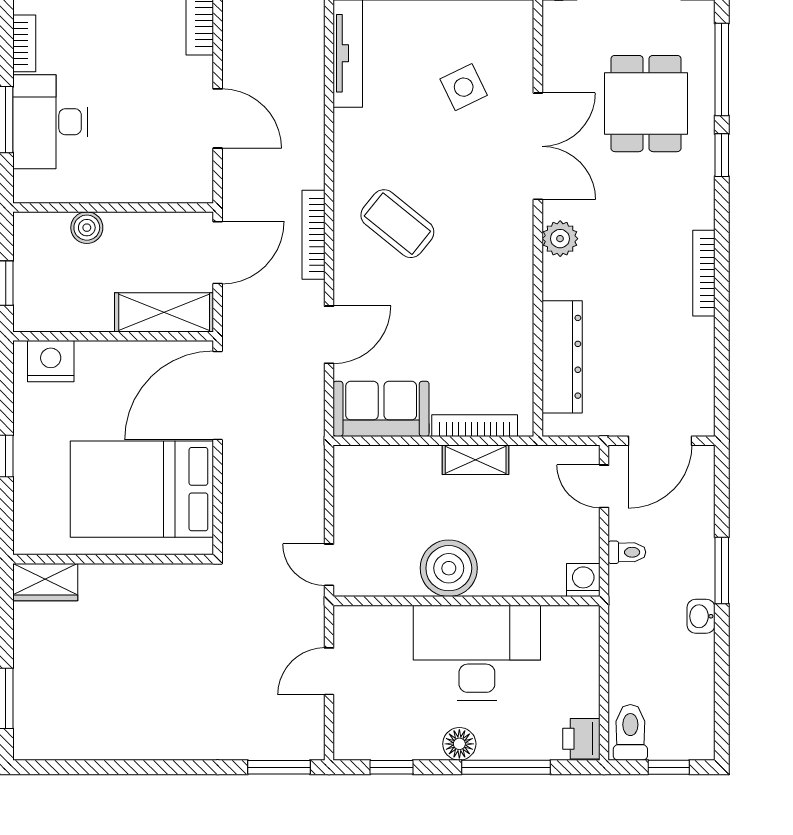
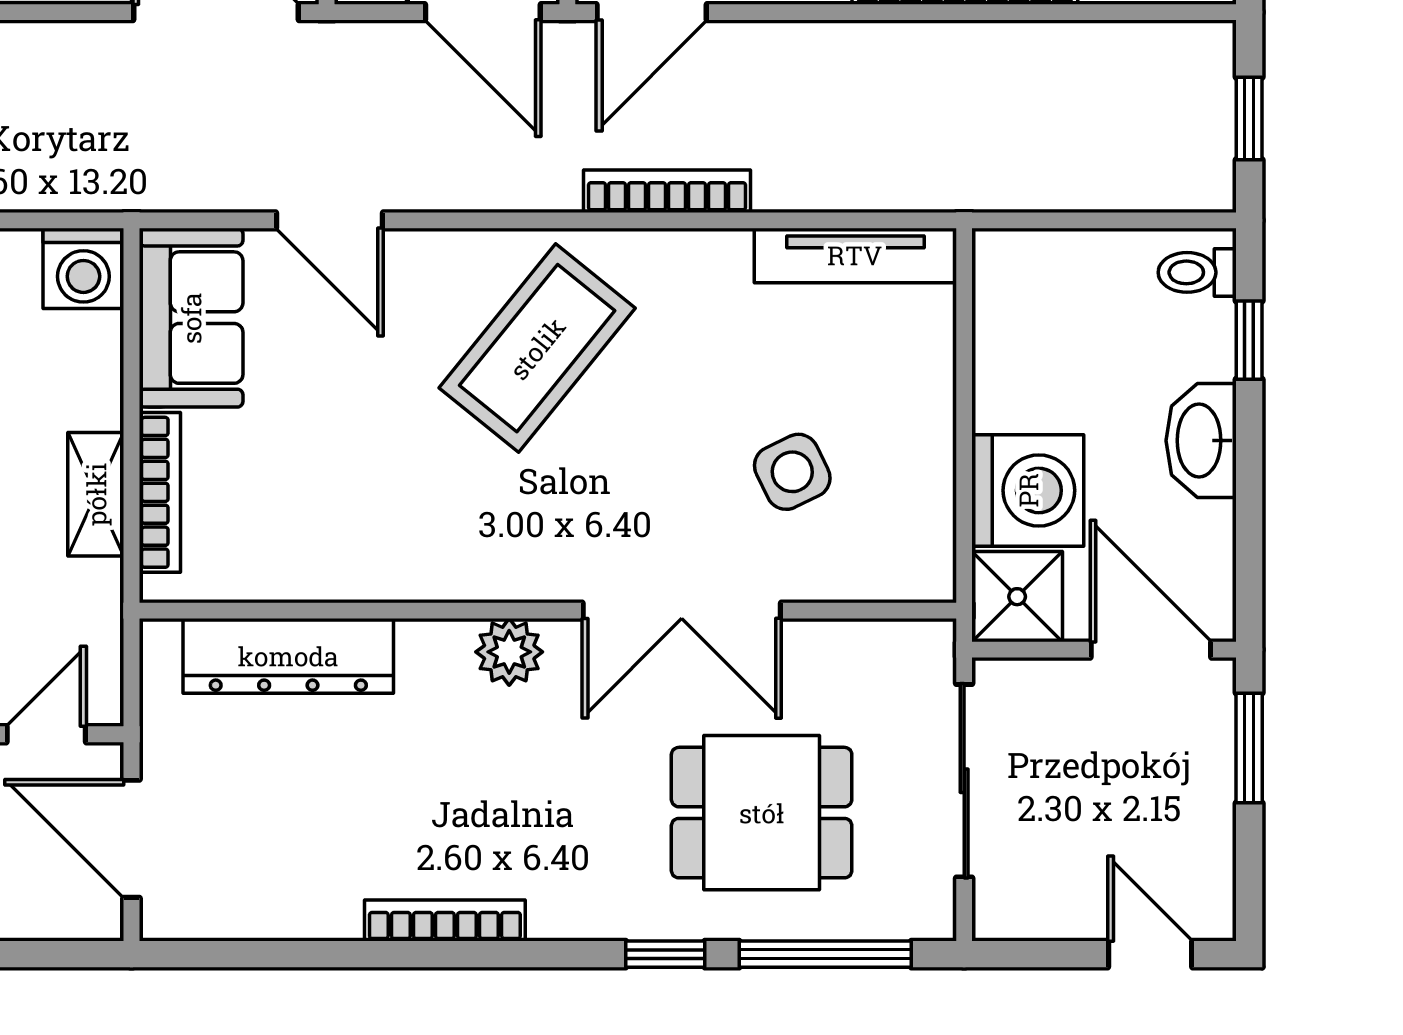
door: (218, 118) -> (652, 12), moved
coffee table: (397, 224) -> (537, 348), width x1.36, depth x1.32
bookcase: (313, 235) -> (667, 191), moved
washing machine: (355, 466) -> (83, 268), added

